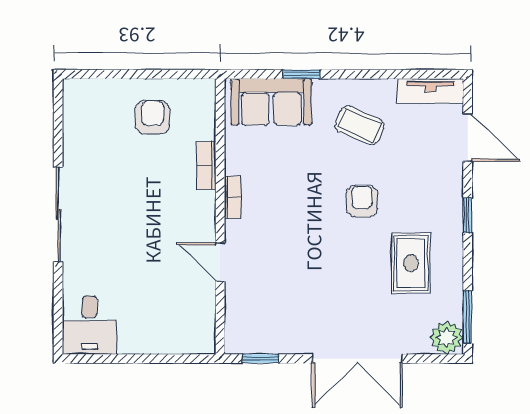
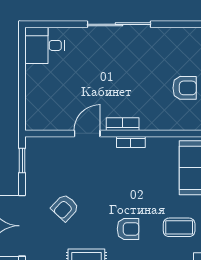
coffee table: (360, 125) -> (179, 227), turned 67
bookcase: (206, 166) -> (123, 124), moved
armchair: (330, 295) -> (65, 208), added

